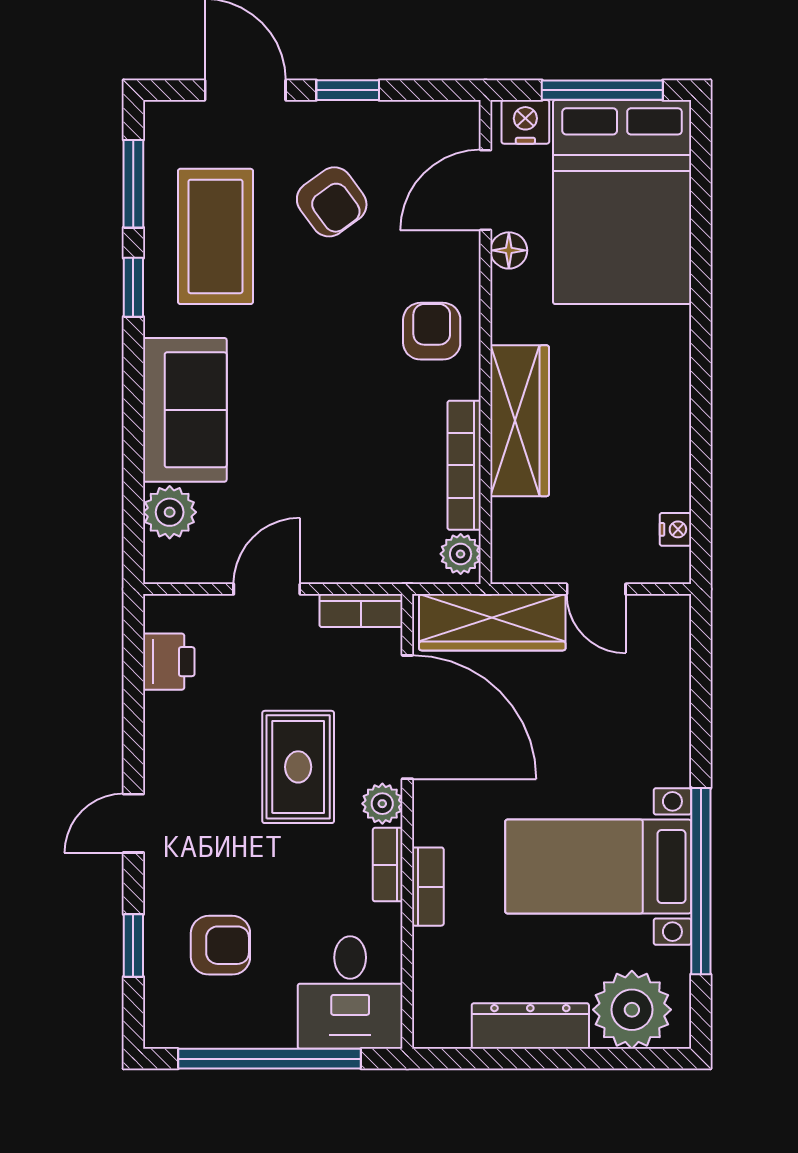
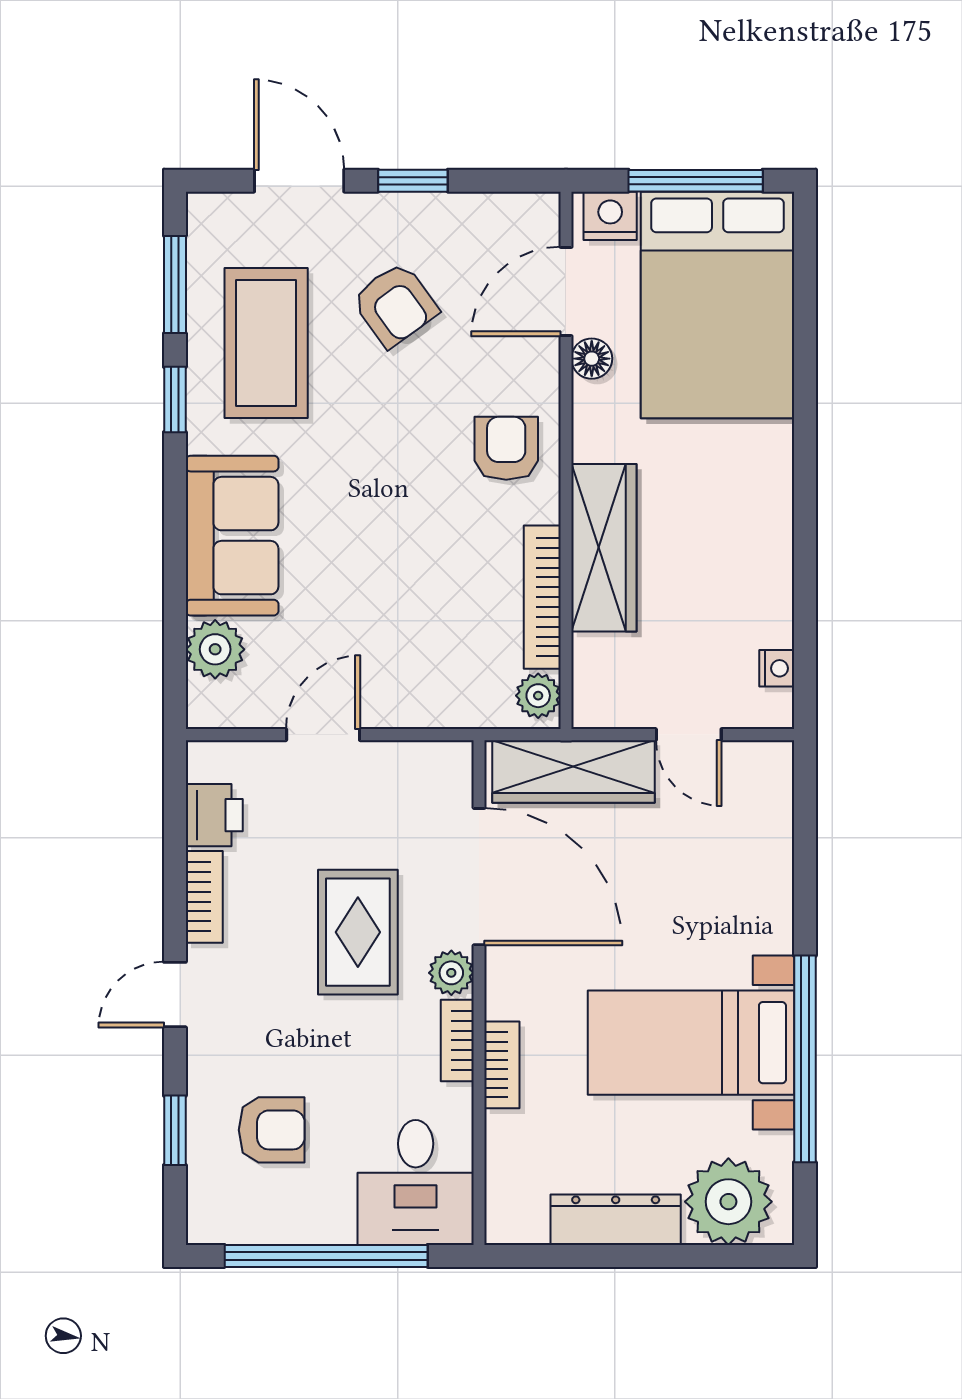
bookcase: (361, 611) -> (204, 897), moved, turned -90

